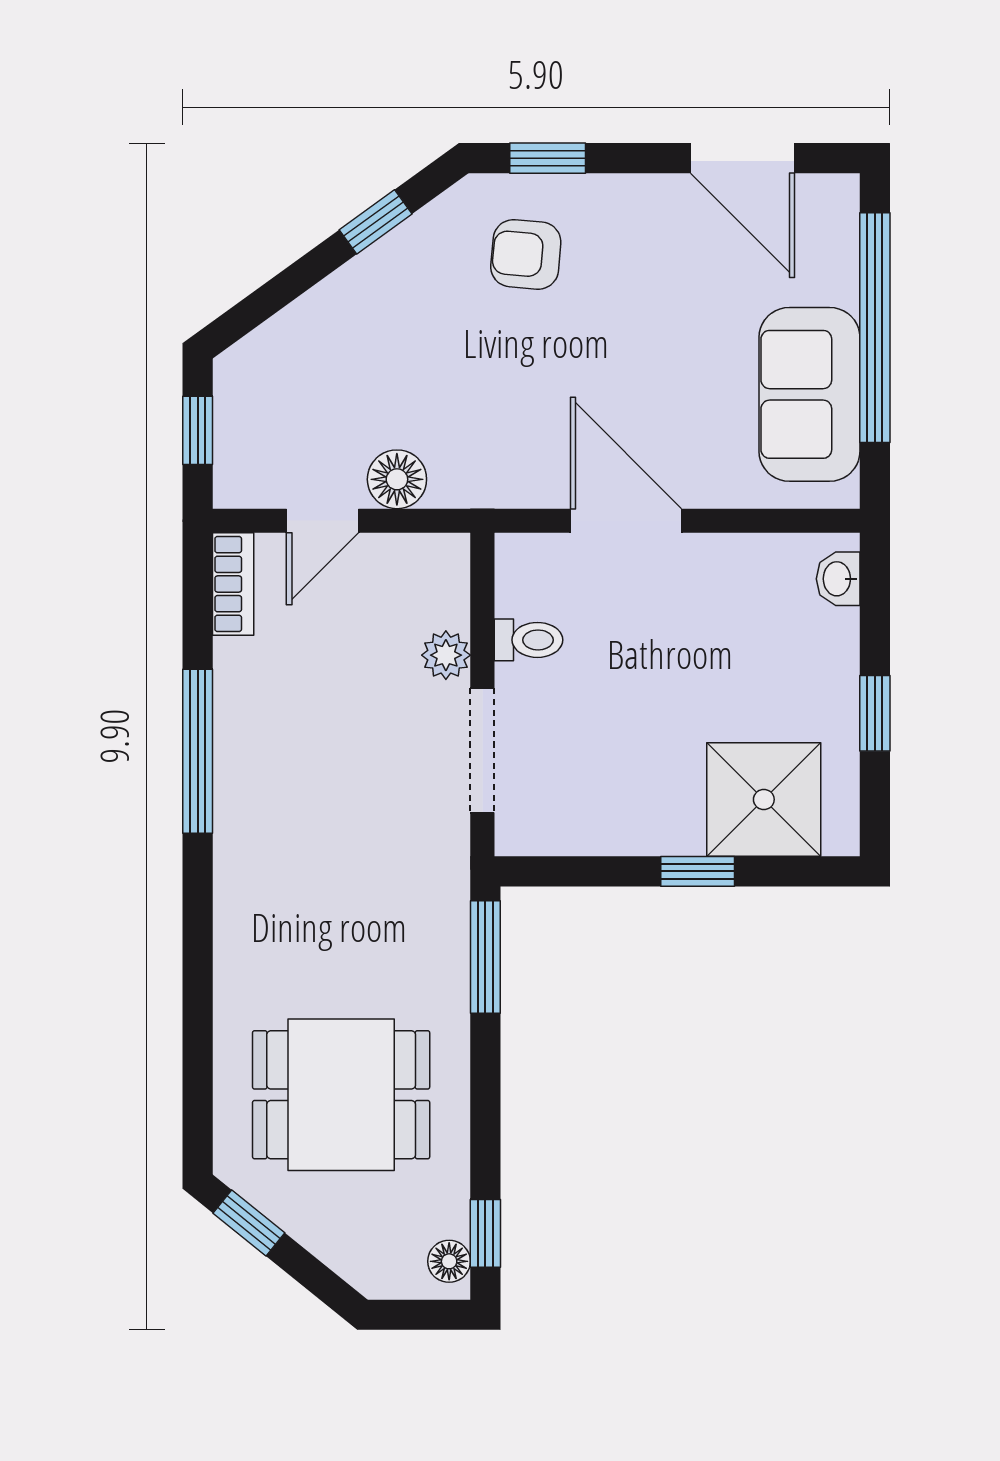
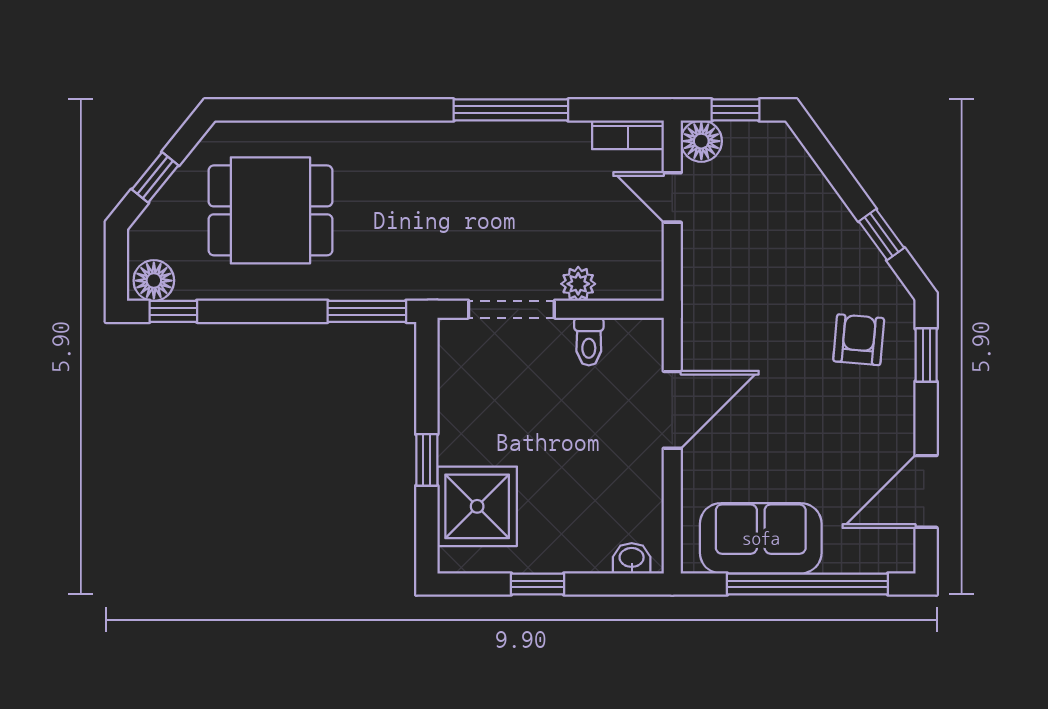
floor lamp: (397, 479) -> (701, 141), moved
dining table: (341, 1095) -> (270, 210), turned 90
window: (249, 1223) -> (155, 177), moved
floor lamp: (449, 1261) -> (154, 281), width x1.37, depth x1.37

